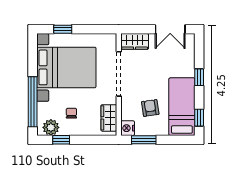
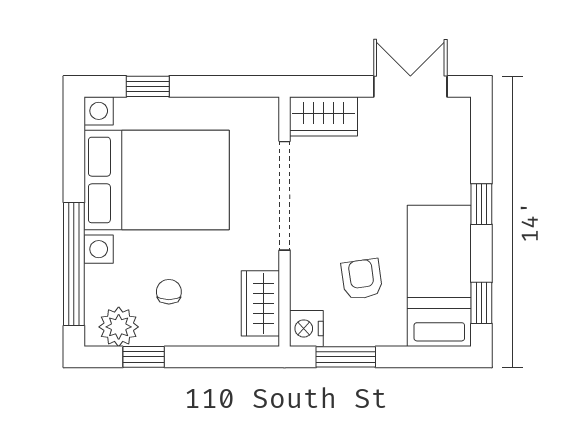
double door: (170, 29) -> (410, 86), swing flipped

